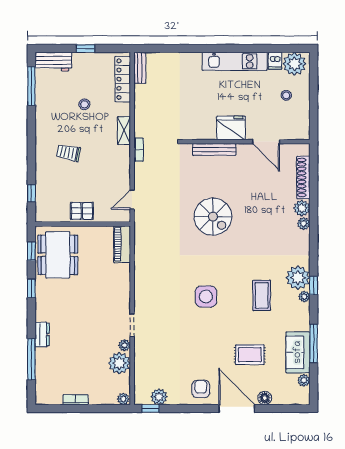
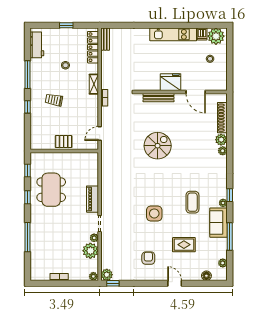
workbench: (53, 62) -> (37, 45), moved, turned -90
window: (31, 86) -> (27, 75), moved
window: (31, 193) -> (27, 107), moved
spiral stairs: (213, 217) -> (158, 146), turned -90
piano: (122, 244) -> (92, 199), moved
dining table: (58, 255) -> (51, 190), moved
plant: (298, 278) -> (218, 190), removed
side table: (206, 297) -> (154, 213), moved
dresser: (42, 334) -> (35, 230), removed
sofa: (298, 352) -> (218, 223), moved
window: (31, 359) -> (27, 237), moved
armchair: (201, 389) -> (148, 258), moved
plant: (159, 397) -> (107, 275), moved
floor lamp: (265, 398) -> (206, 276), moved
door: (237, 409) -> (175, 283), width x0.53

